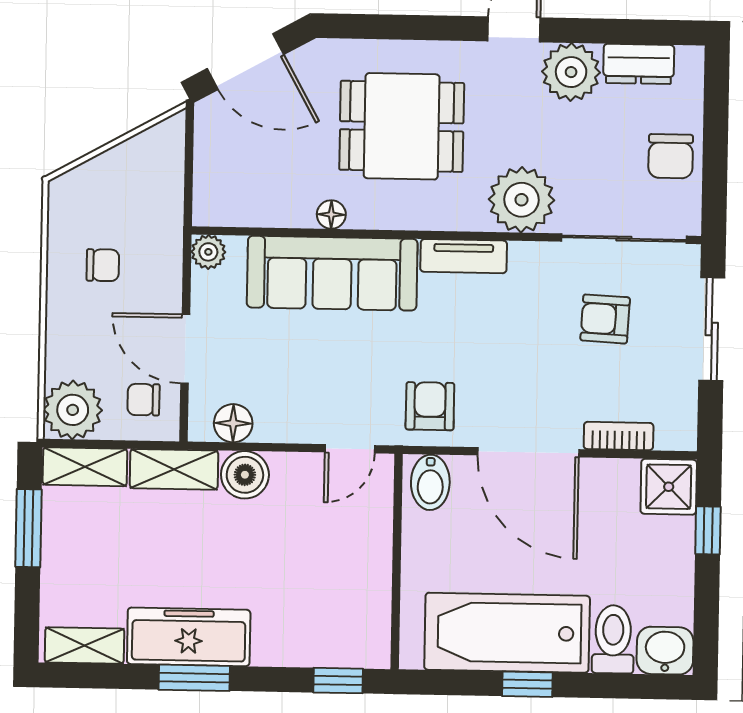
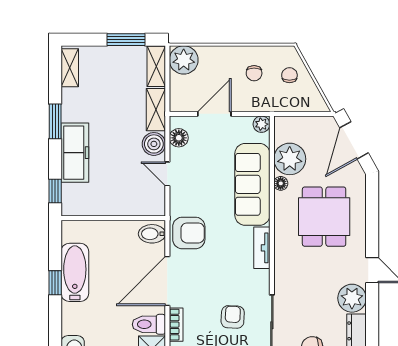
plant: (521, 200) -> (290, 159), moved
chair: (144, 400) -> (289, 75), moved
armchair: (430, 406) -> (189, 233), width x1.38, depth x1.38
door: (350, 449) -> (167, 174), moved
bathtub: (507, 633) -> (75, 272), width x0.73, depth x0.73
freezer: (189, 637) -> (75, 153), moved
toilet: (613, 639) -> (149, 324), moved, turned 180

